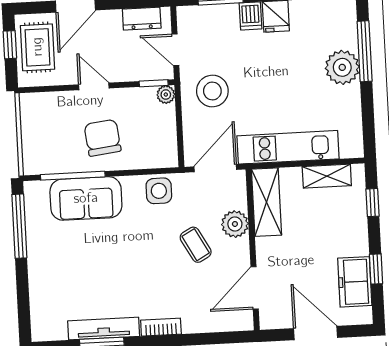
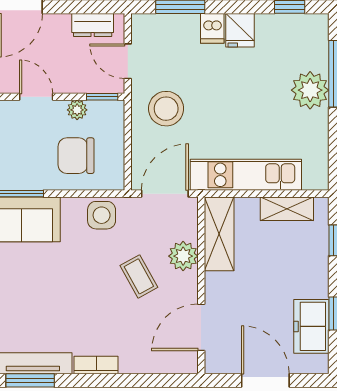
plant: (166, 95) -> (77, 110), moved
chair: (103, 138) -> (76, 156), moved, turned -83

